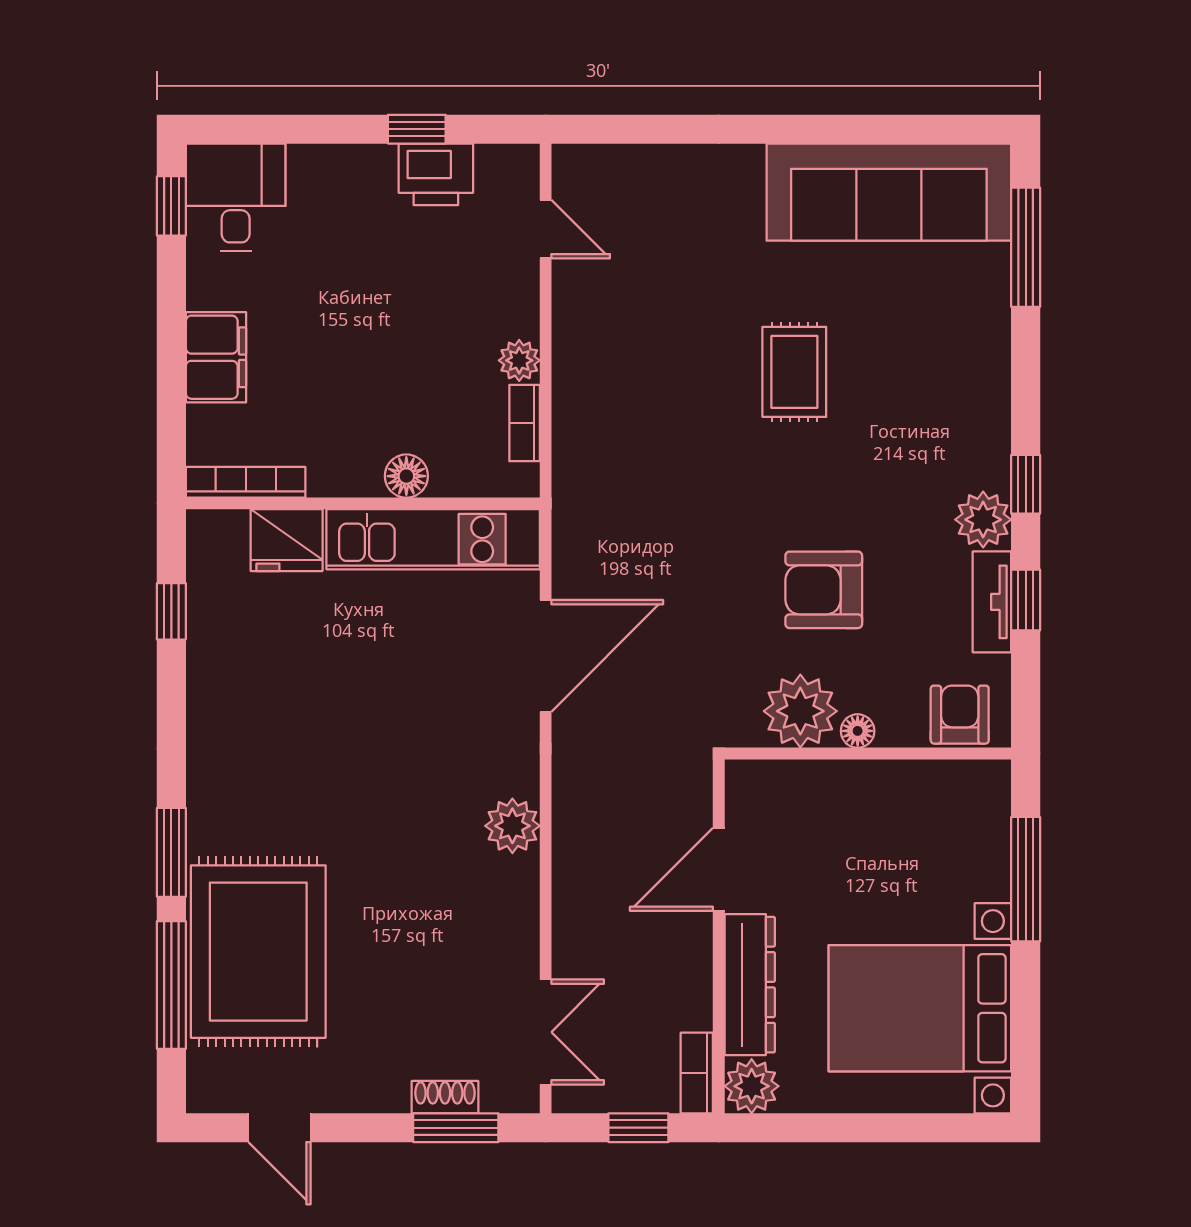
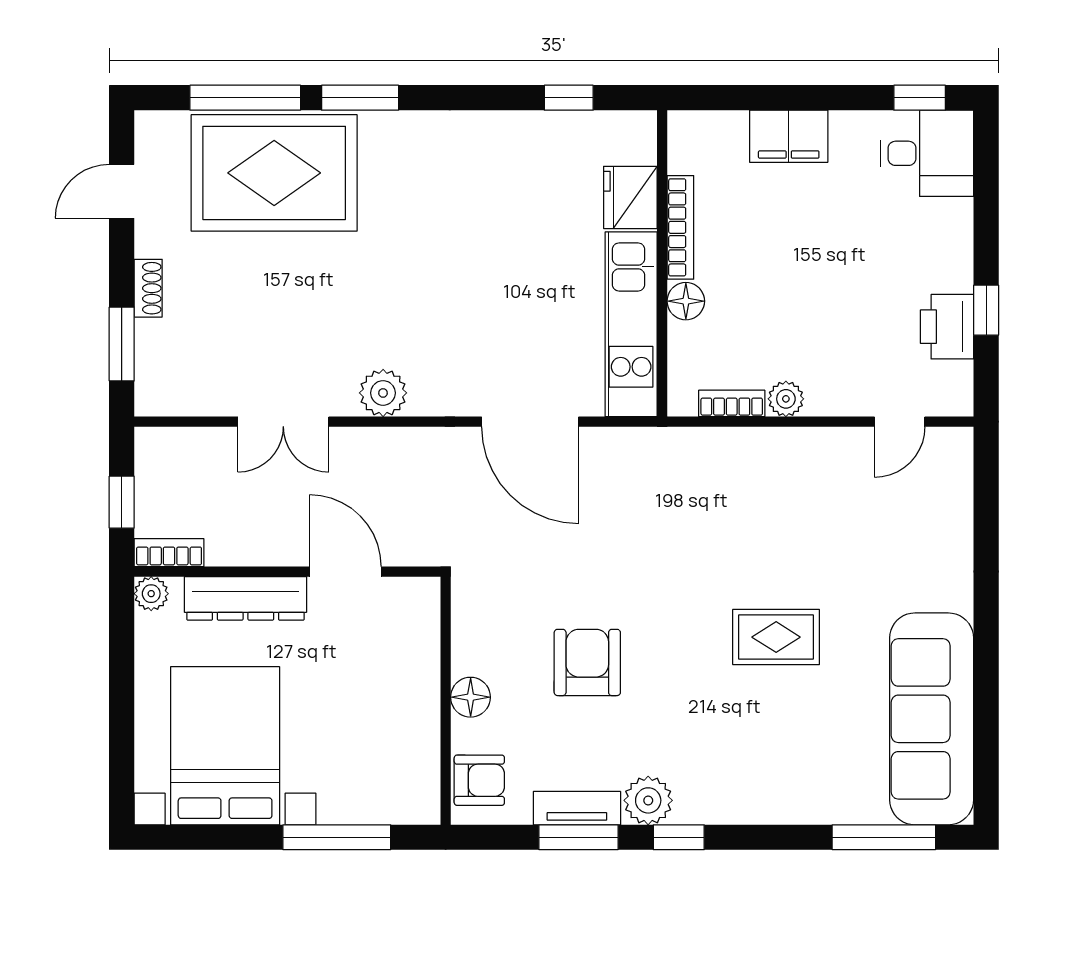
bookcase: (246, 482) -> (680, 227), moved
window: (1026, 600) -> (579, 837), width x1.50
plant: (800, 711) -> (482, 642), removed
floor lamp: (858, 731) -> (471, 697), width x1.37, depth x1.37
double door: (546, 1032) -> (283, 422), moved
plant: (752, 1086) -> (151, 594), width x0.73, depth x0.73
shoe rack: (445, 1097) -> (148, 288), moved

